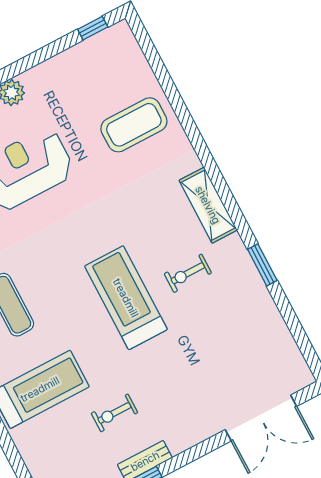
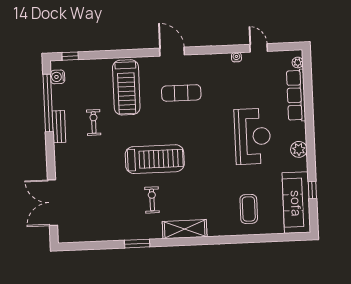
window: (93, 28) -> (312, 190), moved
sofa: (91, 59) -> (296, 203), added
coffee table: (134, 125) -> (249, 209), width x0.73, depth x0.76

